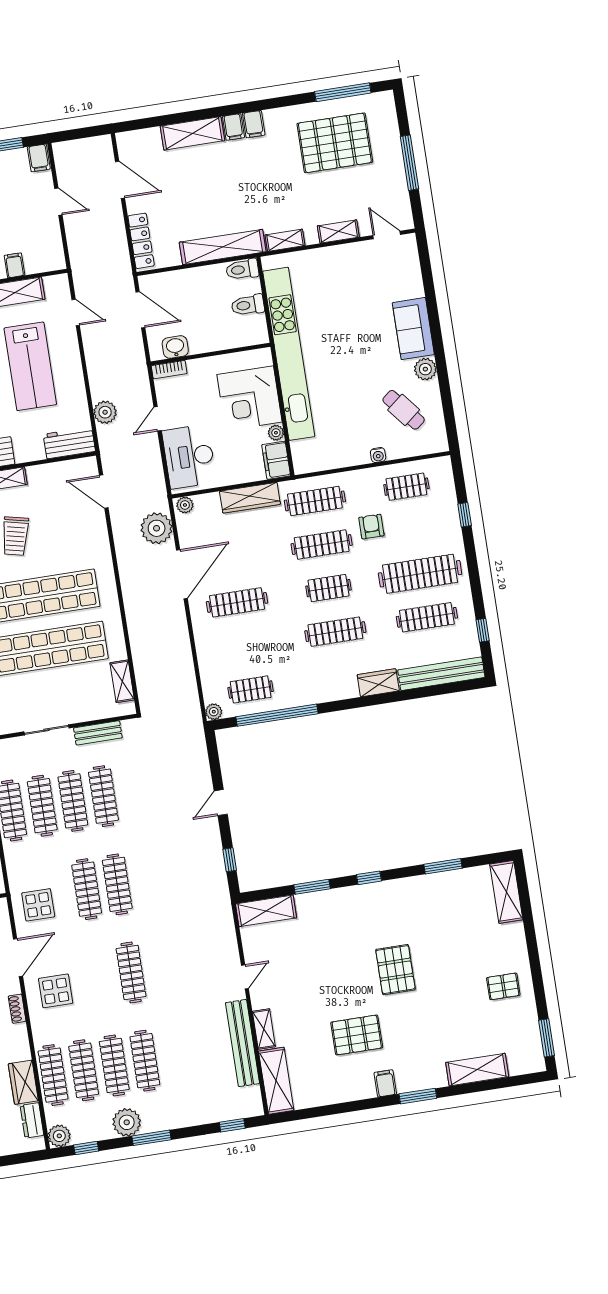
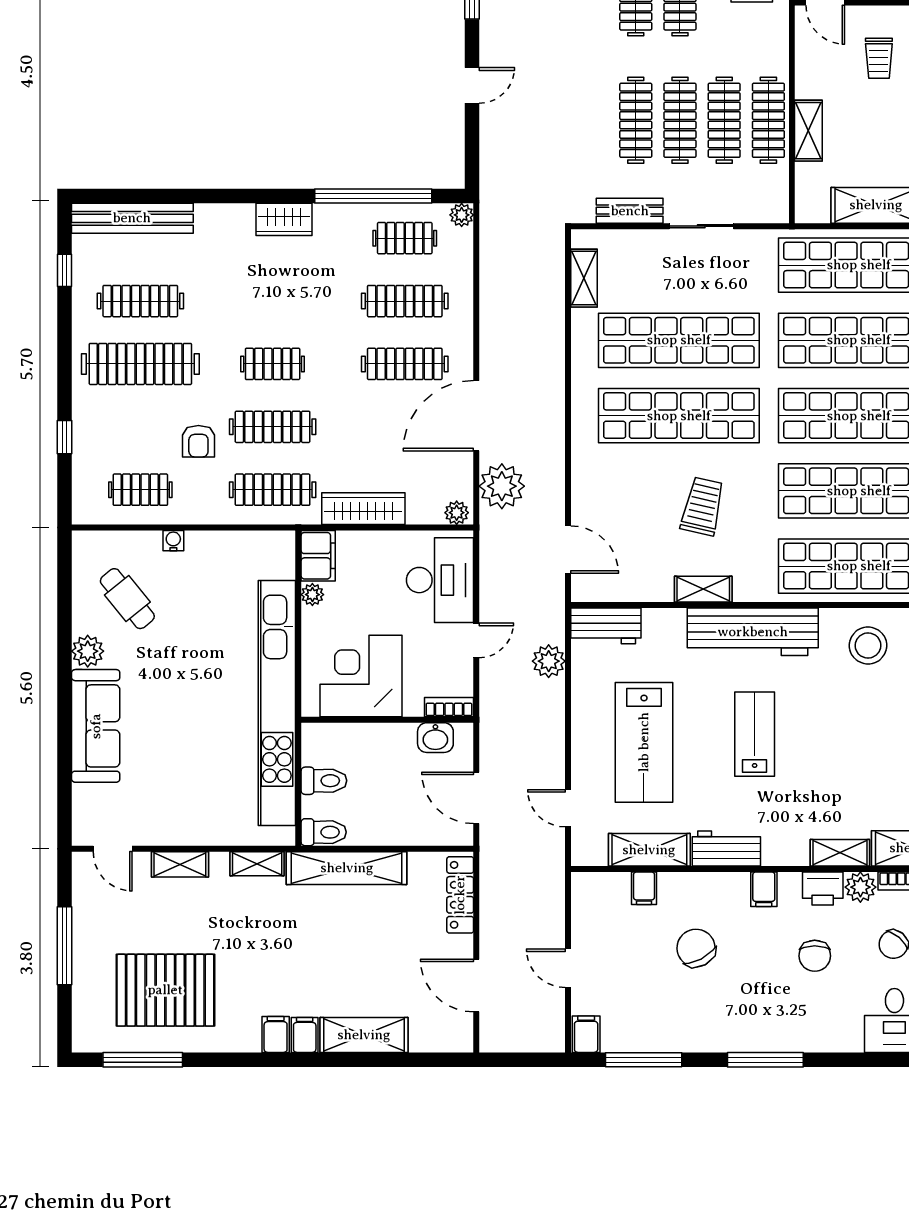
sofa: (413, 329) -> (96, 726), width x1.36
lab bench: (30, 366) -> (644, 742), turned 180
corner desk: (249, 398) -> (361, 676), moved, turned -90
clothes rail: (335, 632) -> (405, 301), moved
wardrobe: (378, 683) -> (284, 219), moved

